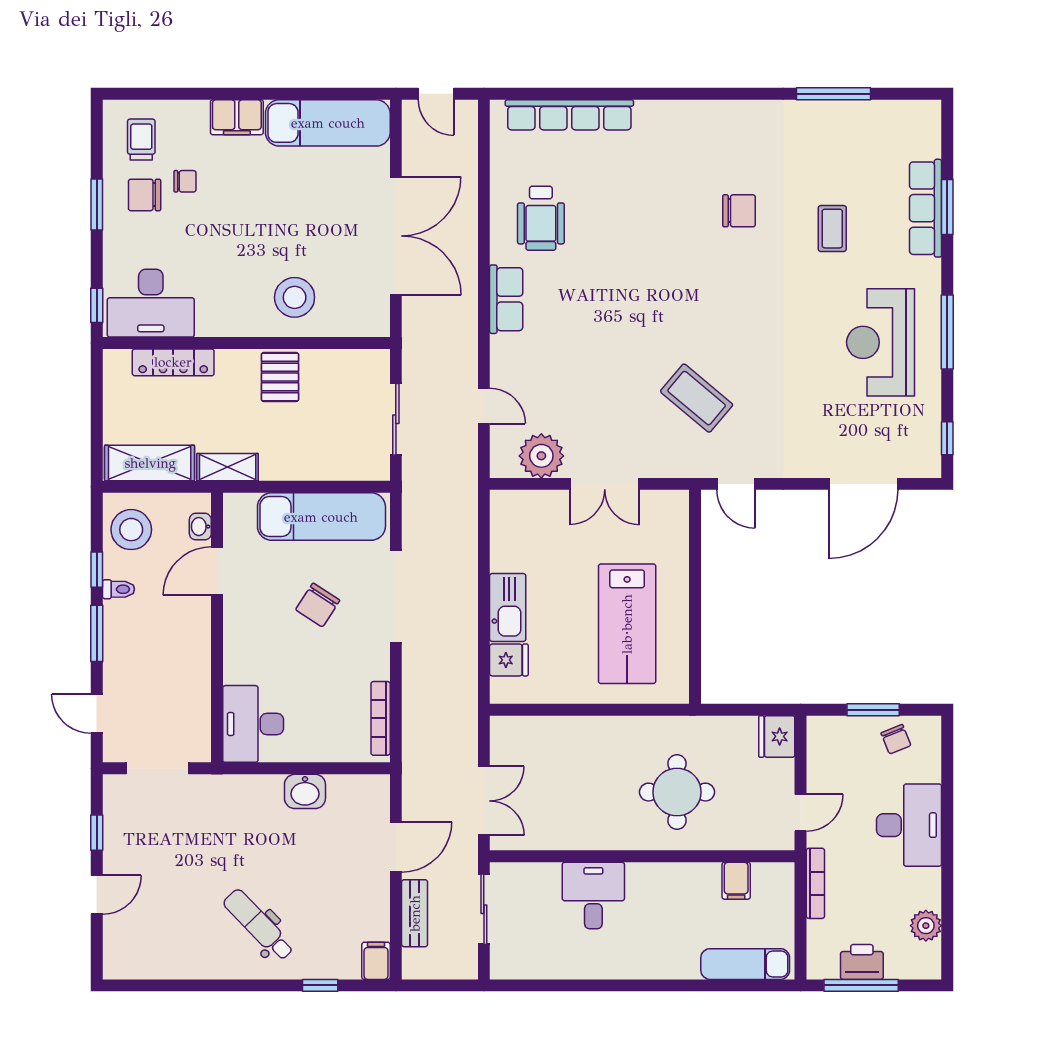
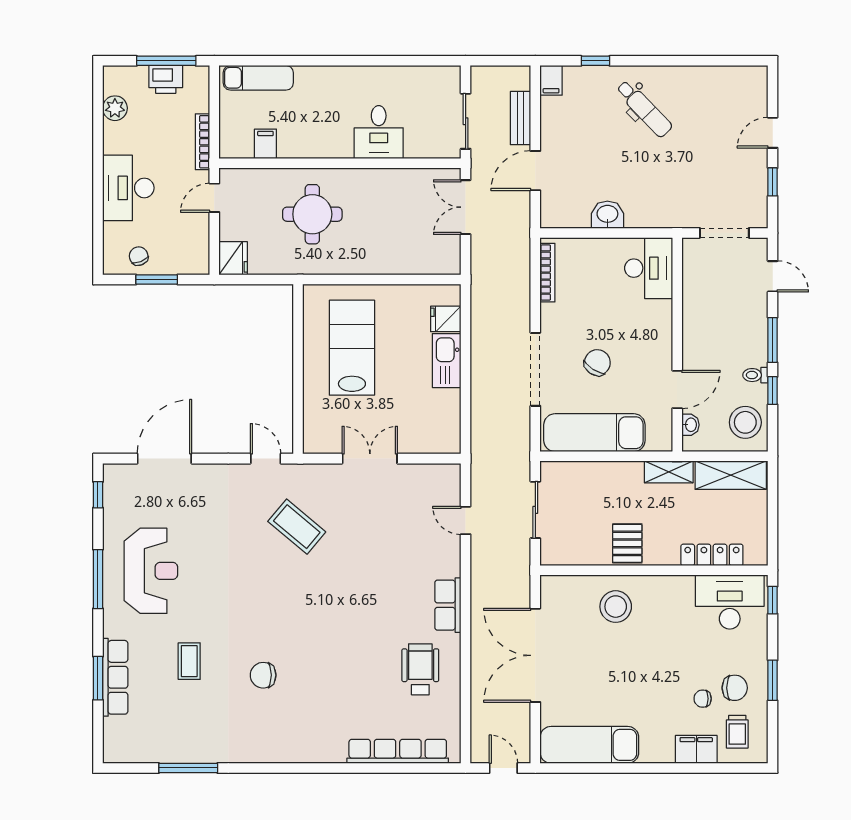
filing cabinet: (237, 117) -> (696, 749), moved
plant: (541, 456) -> (420, 481), removed

